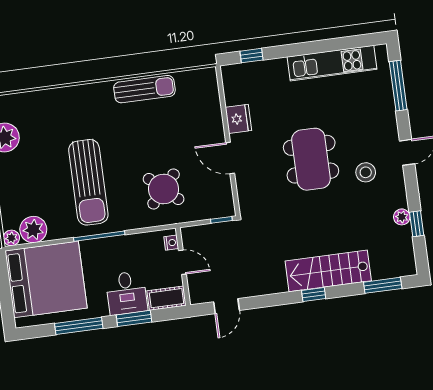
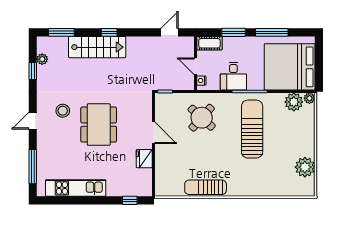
plant: (402, 217) -> (42, 59), moved
desk: (127, 293) -> (233, 76), moved, turned 180

